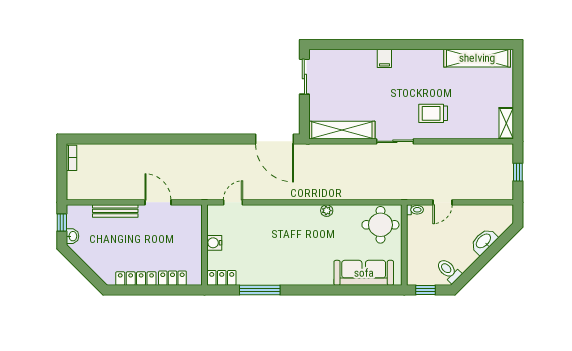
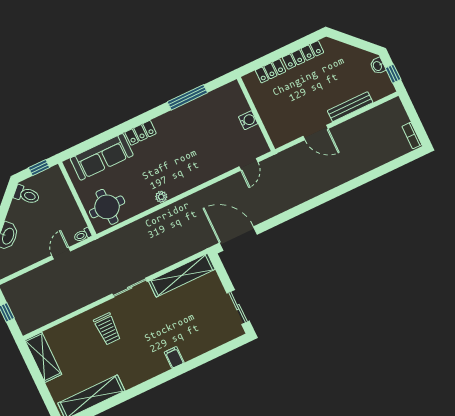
trolley: (433, 113) -> (107, 329), turned 90
shelving: (506, 123) -> (43, 357), width x1.50, depth x1.33
locker: (222, 278) -> (141, 133), moved

